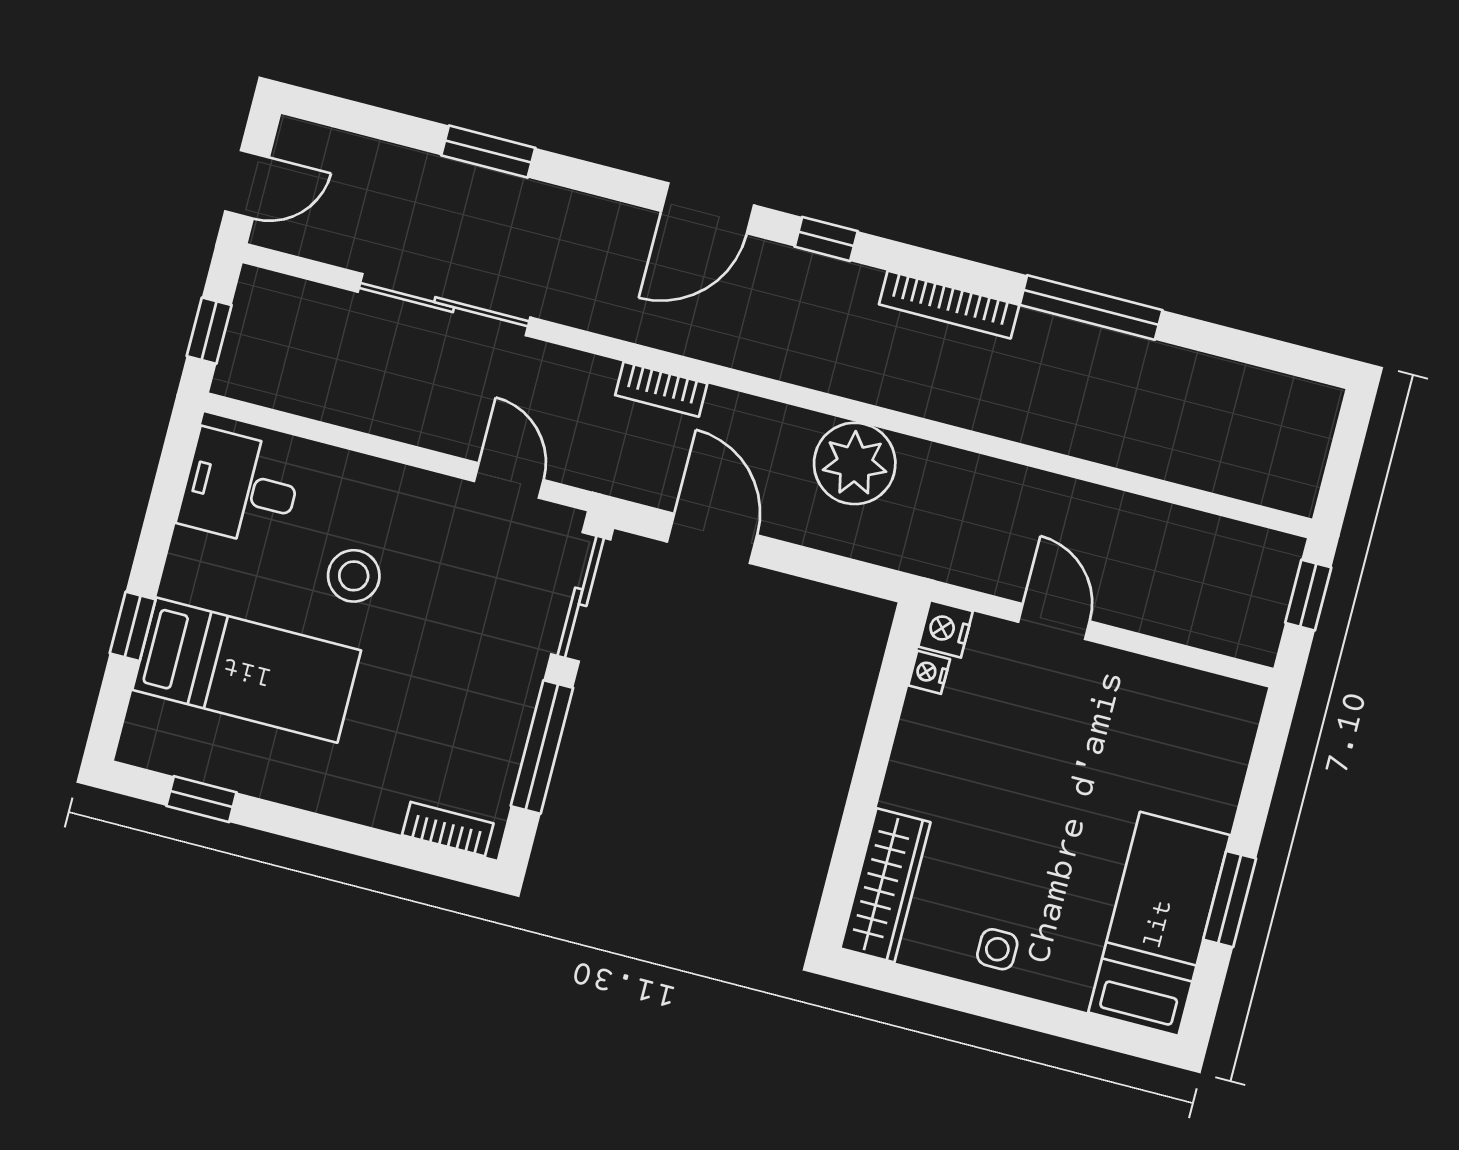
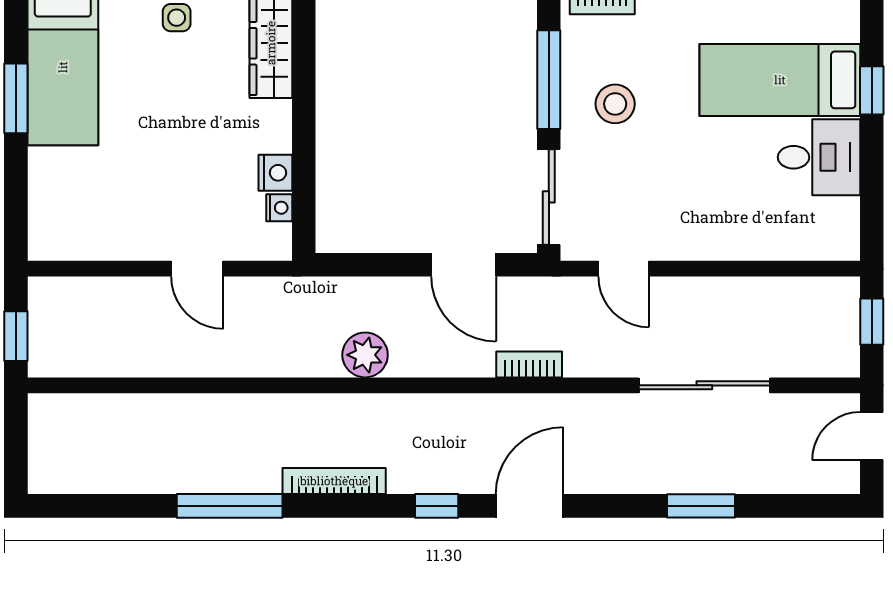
plant: (855, 463) -> (365, 355), width x0.73, depth x0.73
desk: (240, 488) -> (819, 157), moved
stool: (354, 576) -> (615, 104), moved
nightstand: (946, 629) -> (275, 173), moved

